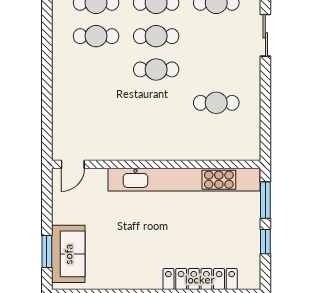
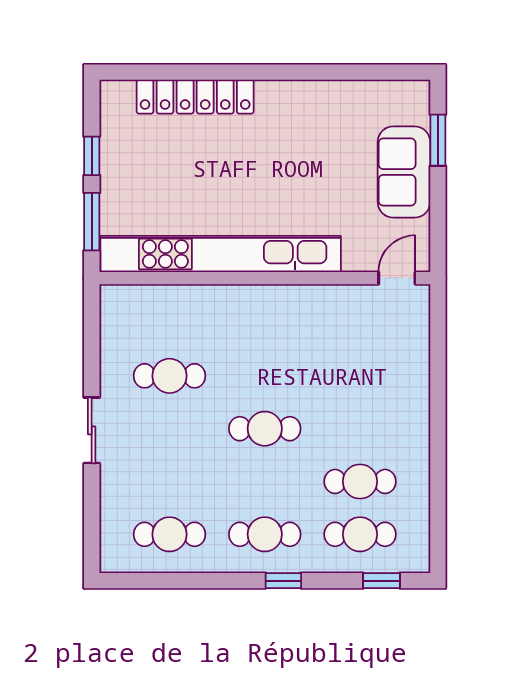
sliding door: (265, 35) -> (92, 430), moved
cafe table: (156, 36) -> (265, 481), removed
sofa: (68, 254) -> (404, 172), moved

